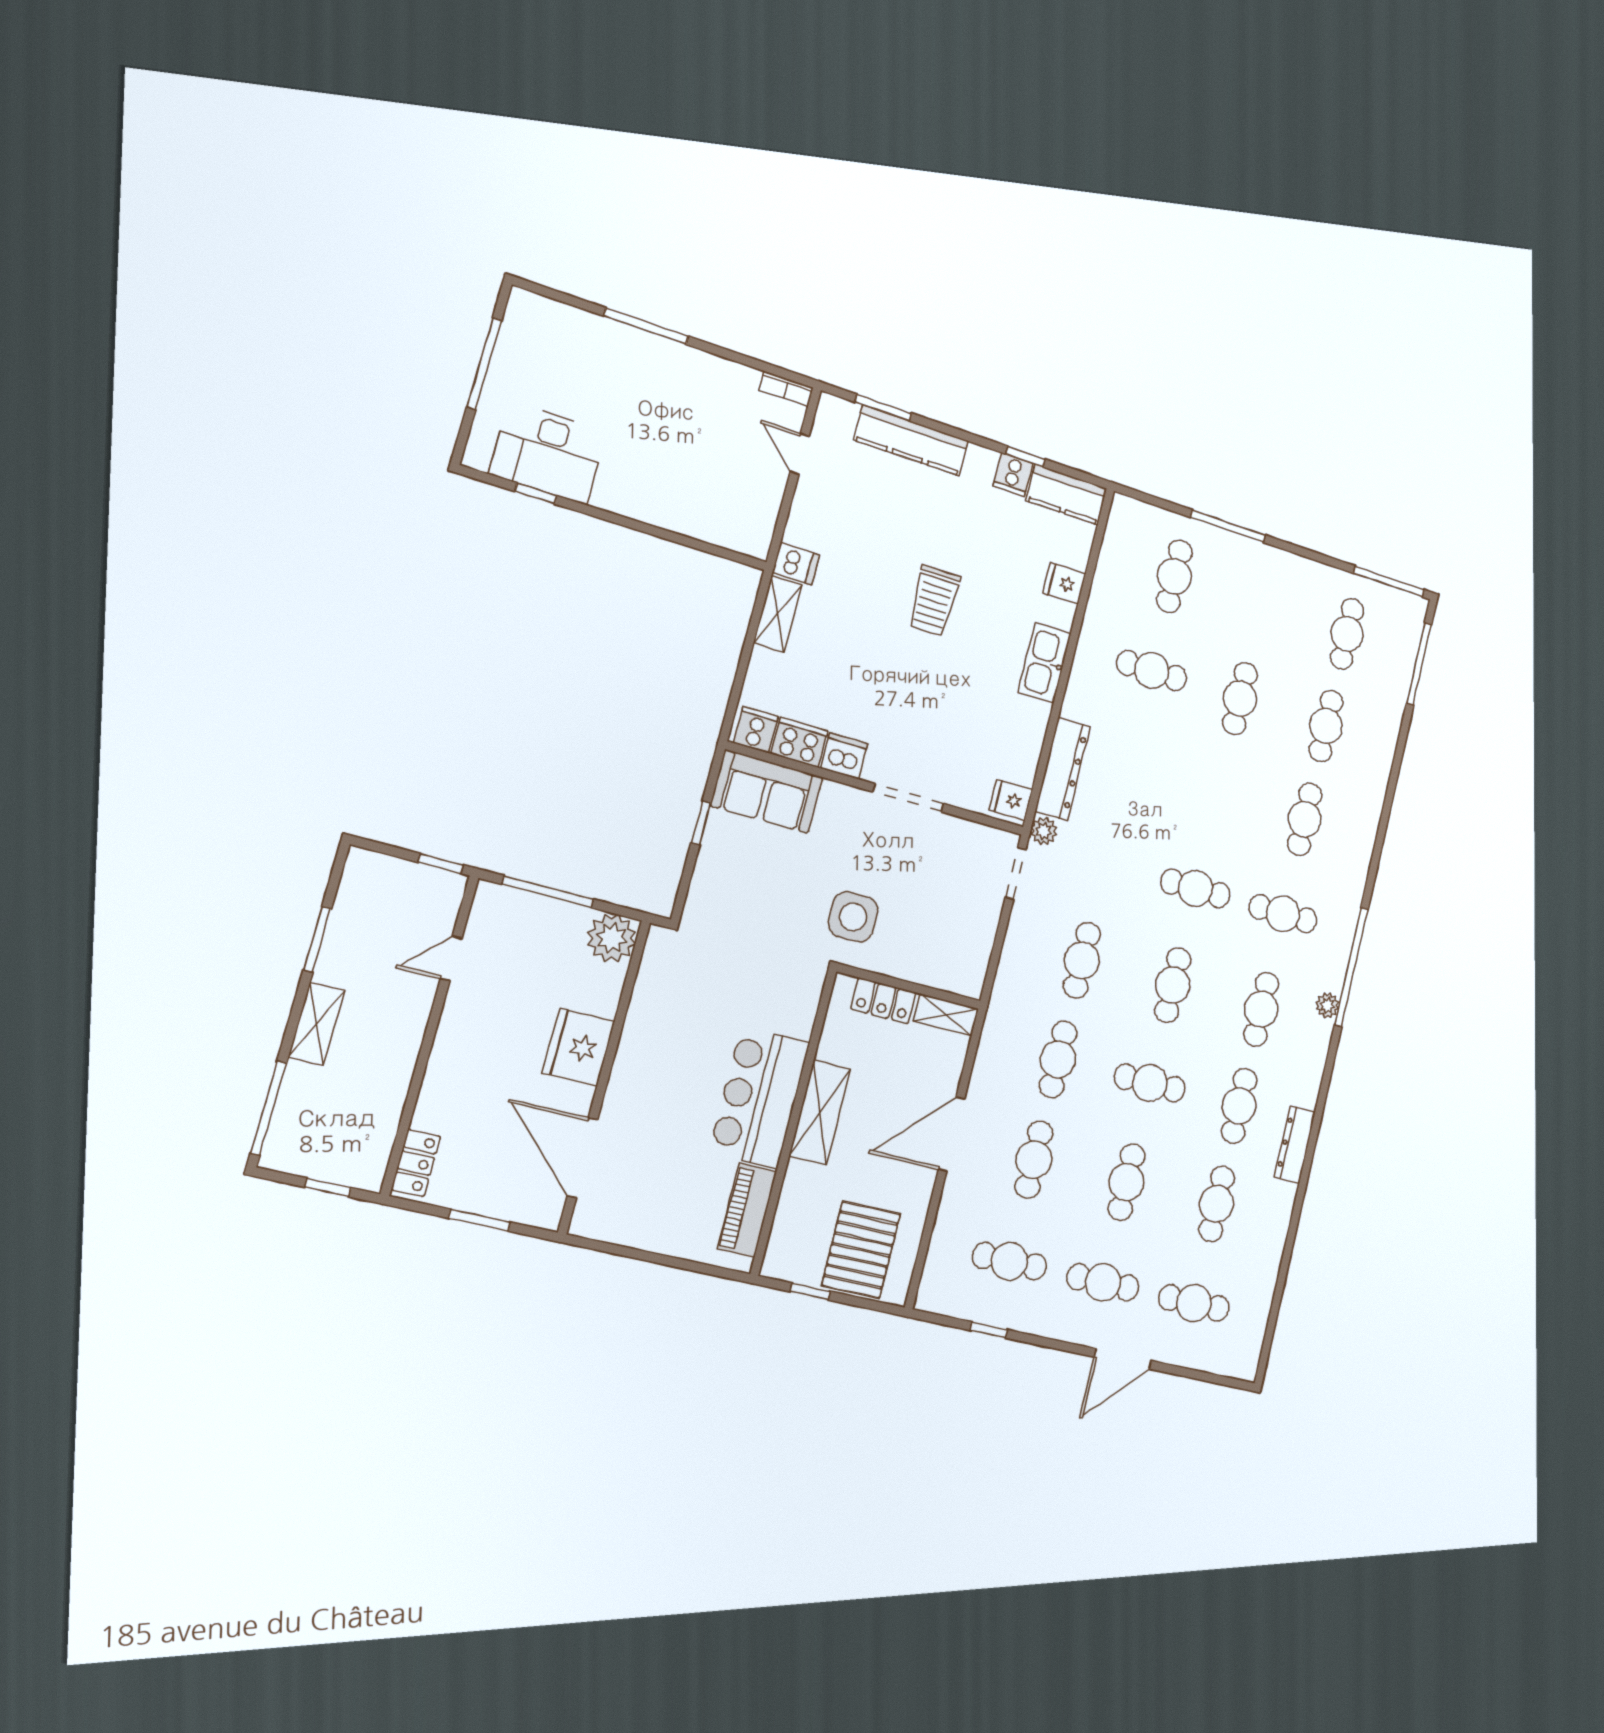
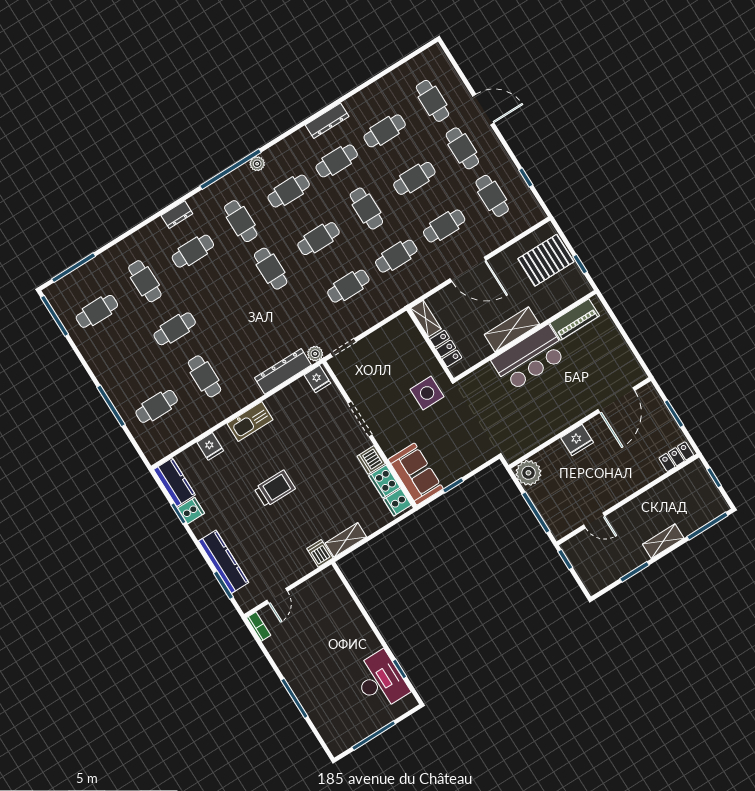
cafe table: (1326, 726) -> (145, 281), turned 90
dresser: (1362, 847) -> (177, 215), added
fridge: (579, 1047) -> (577, 440), width x0.73, depth x0.75

